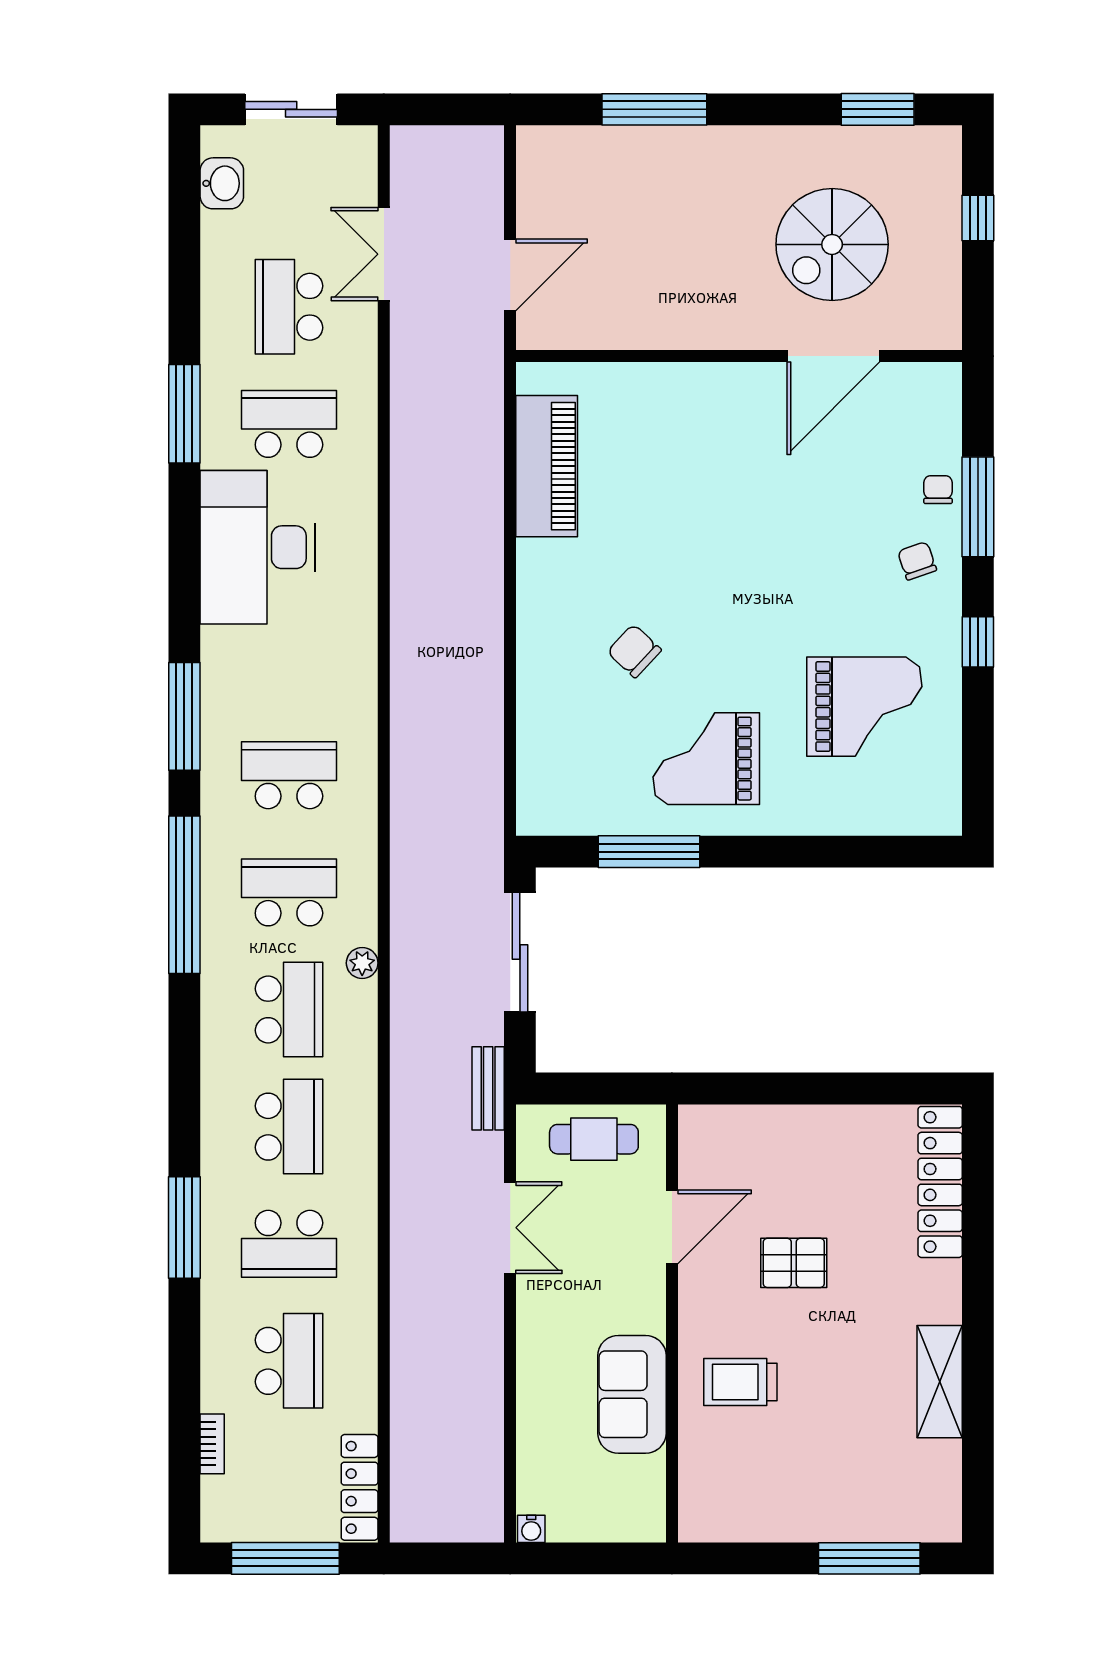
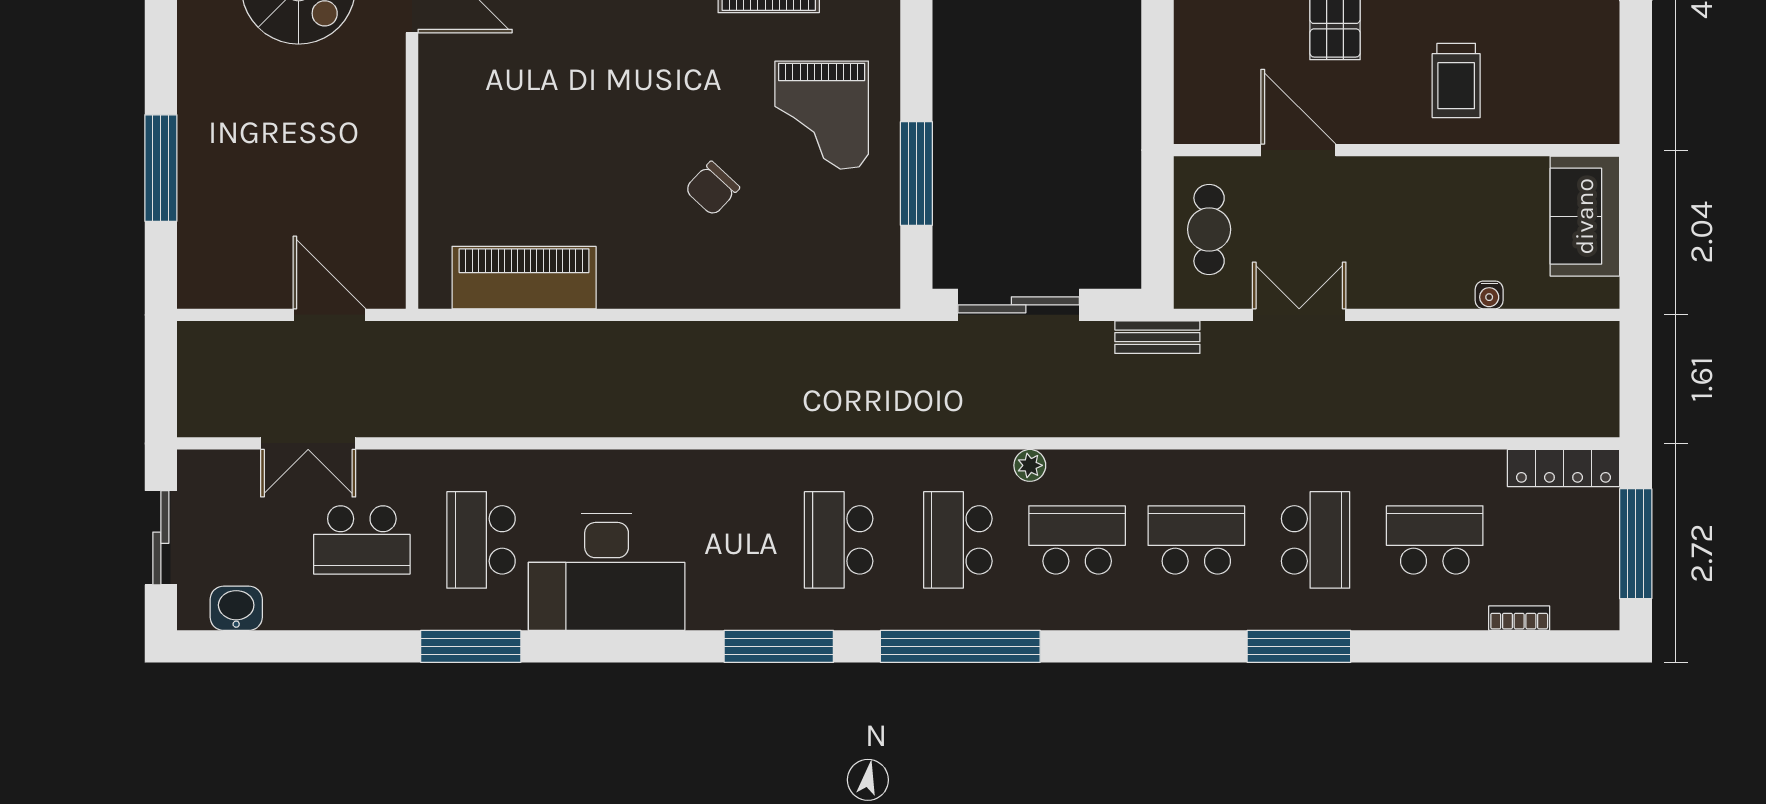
sofa: (632, 1394) -> (1585, 216), moved, turned 90
water cooler: (531, 1529) -> (1489, 295), moved, turned 90

